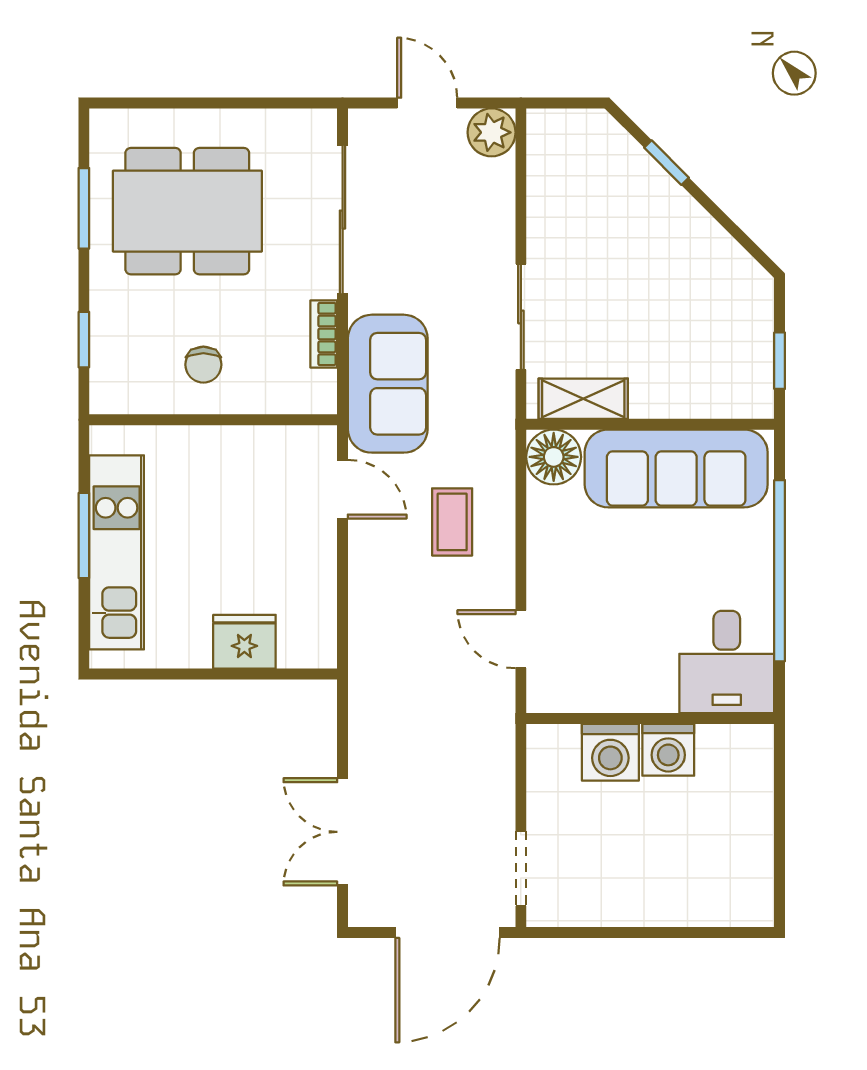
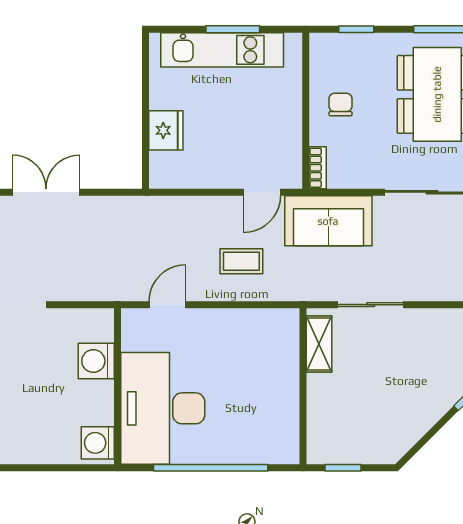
bookcase: (324, 334) -> (318, 168), moved, turned 90
chair: (203, 365) -> (340, 105), turned 90
floor lamp: (554, 457) -> (282, 325), removed
sofa: (676, 468) -> (275, 402), removed
desk: (727, 662) -> (163, 408), width x1.87, depth x1.30
washing machine: (668, 750) -> (98, 443), moved

